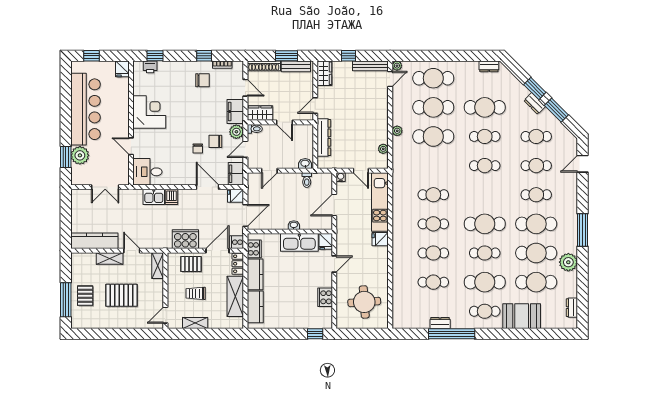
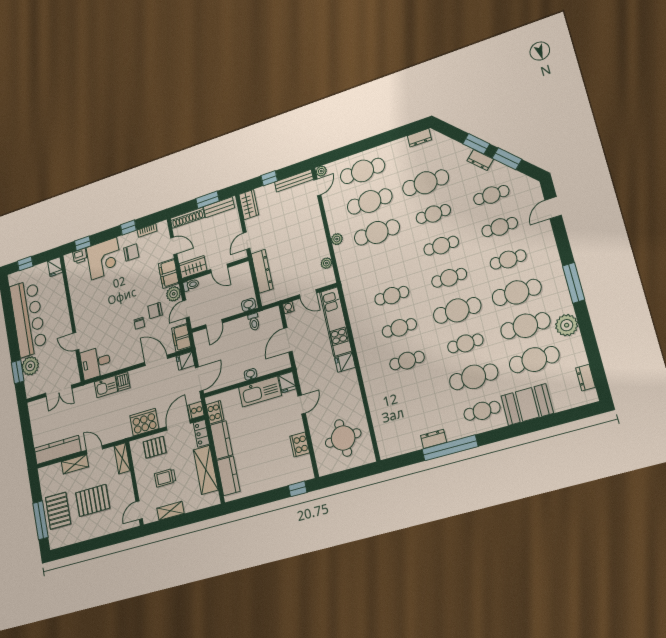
corner desk: (149, 112) -> (104, 259), moved, turned 90
cafe table: (433, 282) -> (449, 278), moved
pallet: (85, 296) -> (58, 511), width x1.50, depth x1.42

